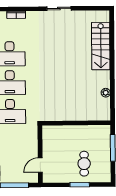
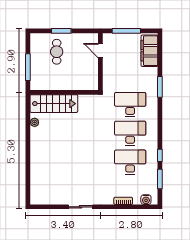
stairs: (101, 46) -> (54, 104), moved, turned 90
door: (40, 165) -> (100, 51), swing flipped

